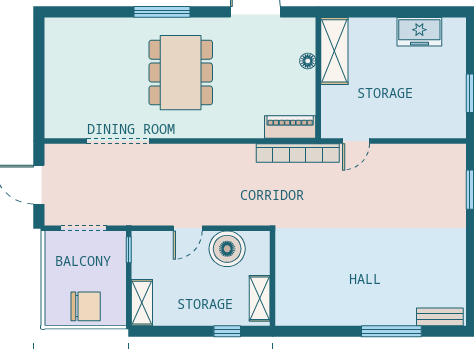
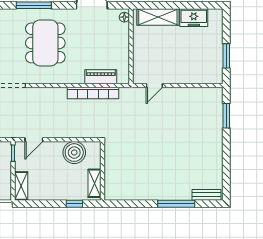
shelving: (334, 51) -> (158, 17), moved, turned 90
floor lamp: (308, 61) -> (124, 17), moved
piano: (290, 127) -> (101, 77), moved
bookcase: (298, 153) -> (93, 93), moved
door: (188, 228) -> (34, 140), moved

